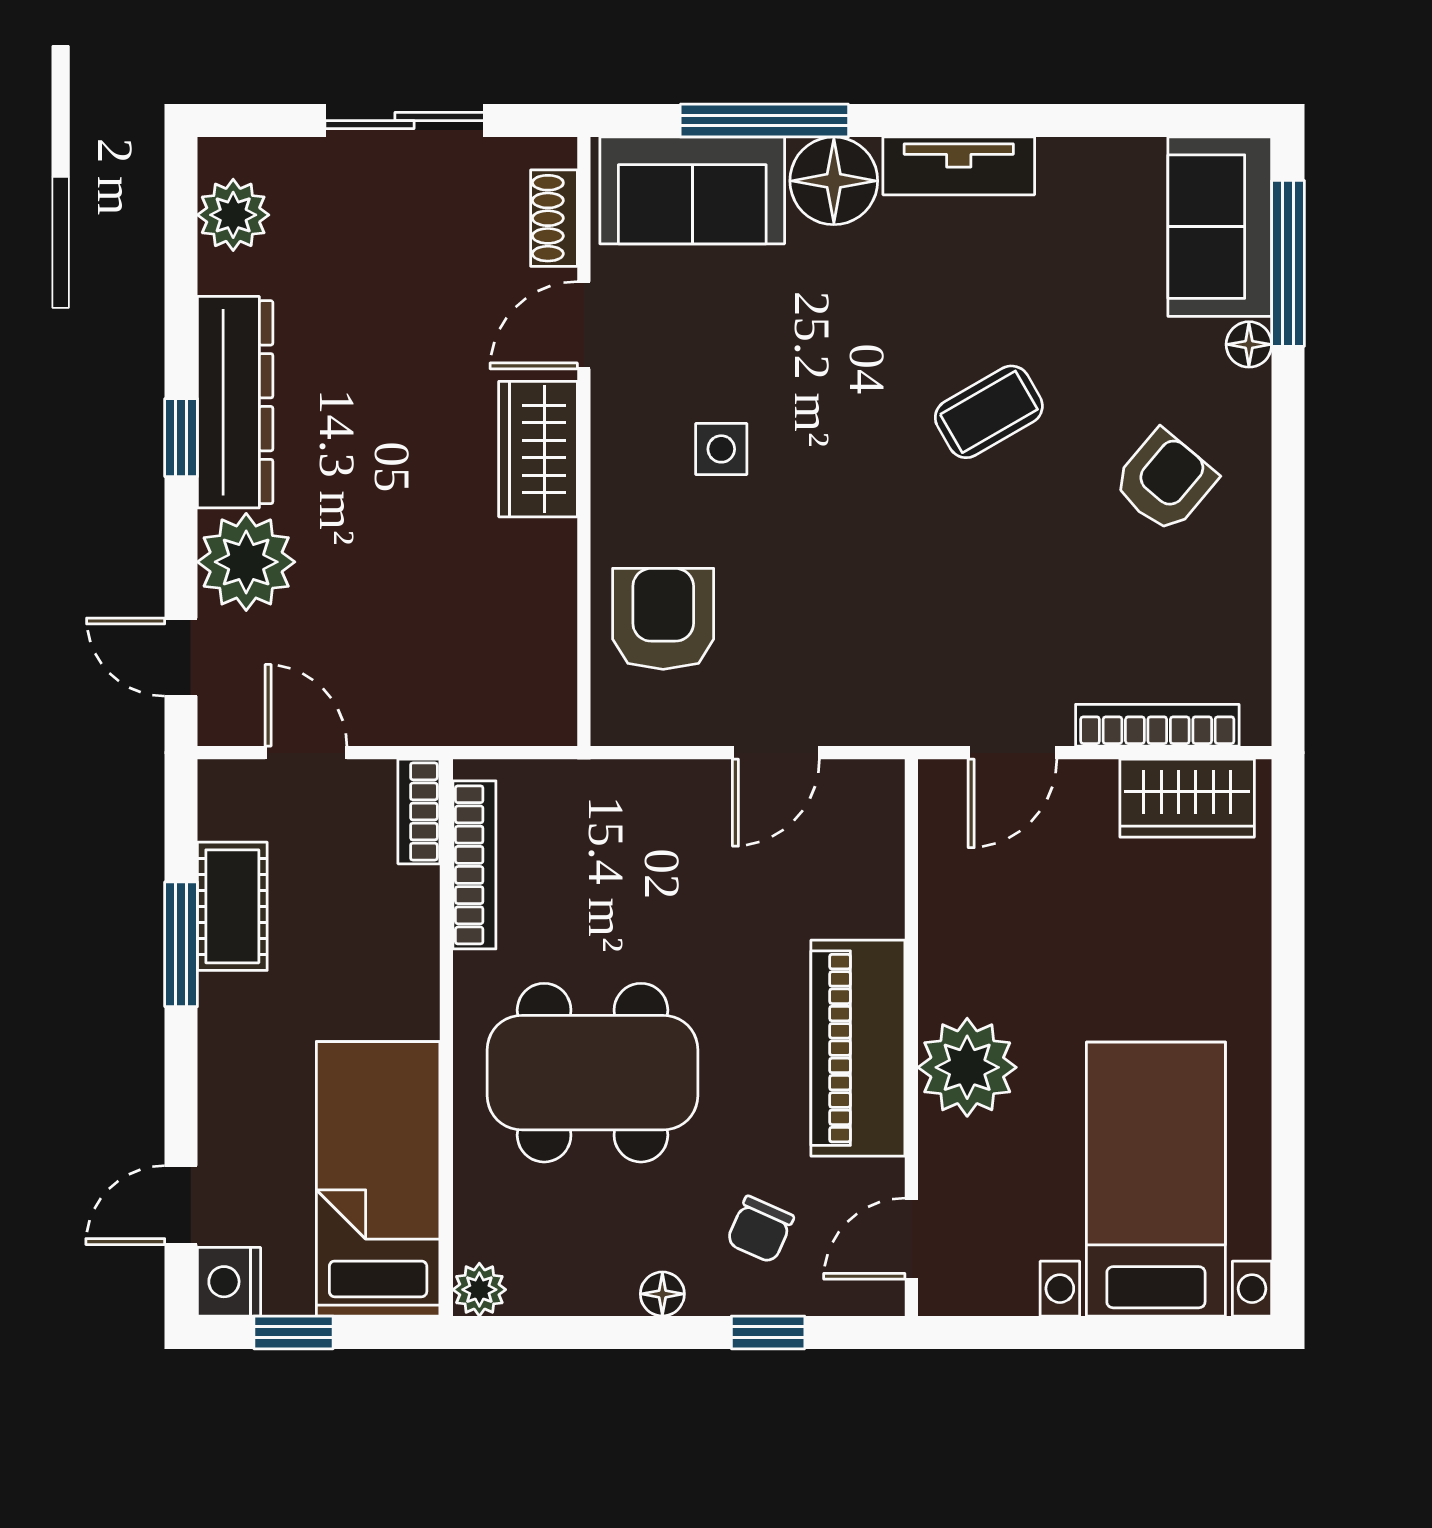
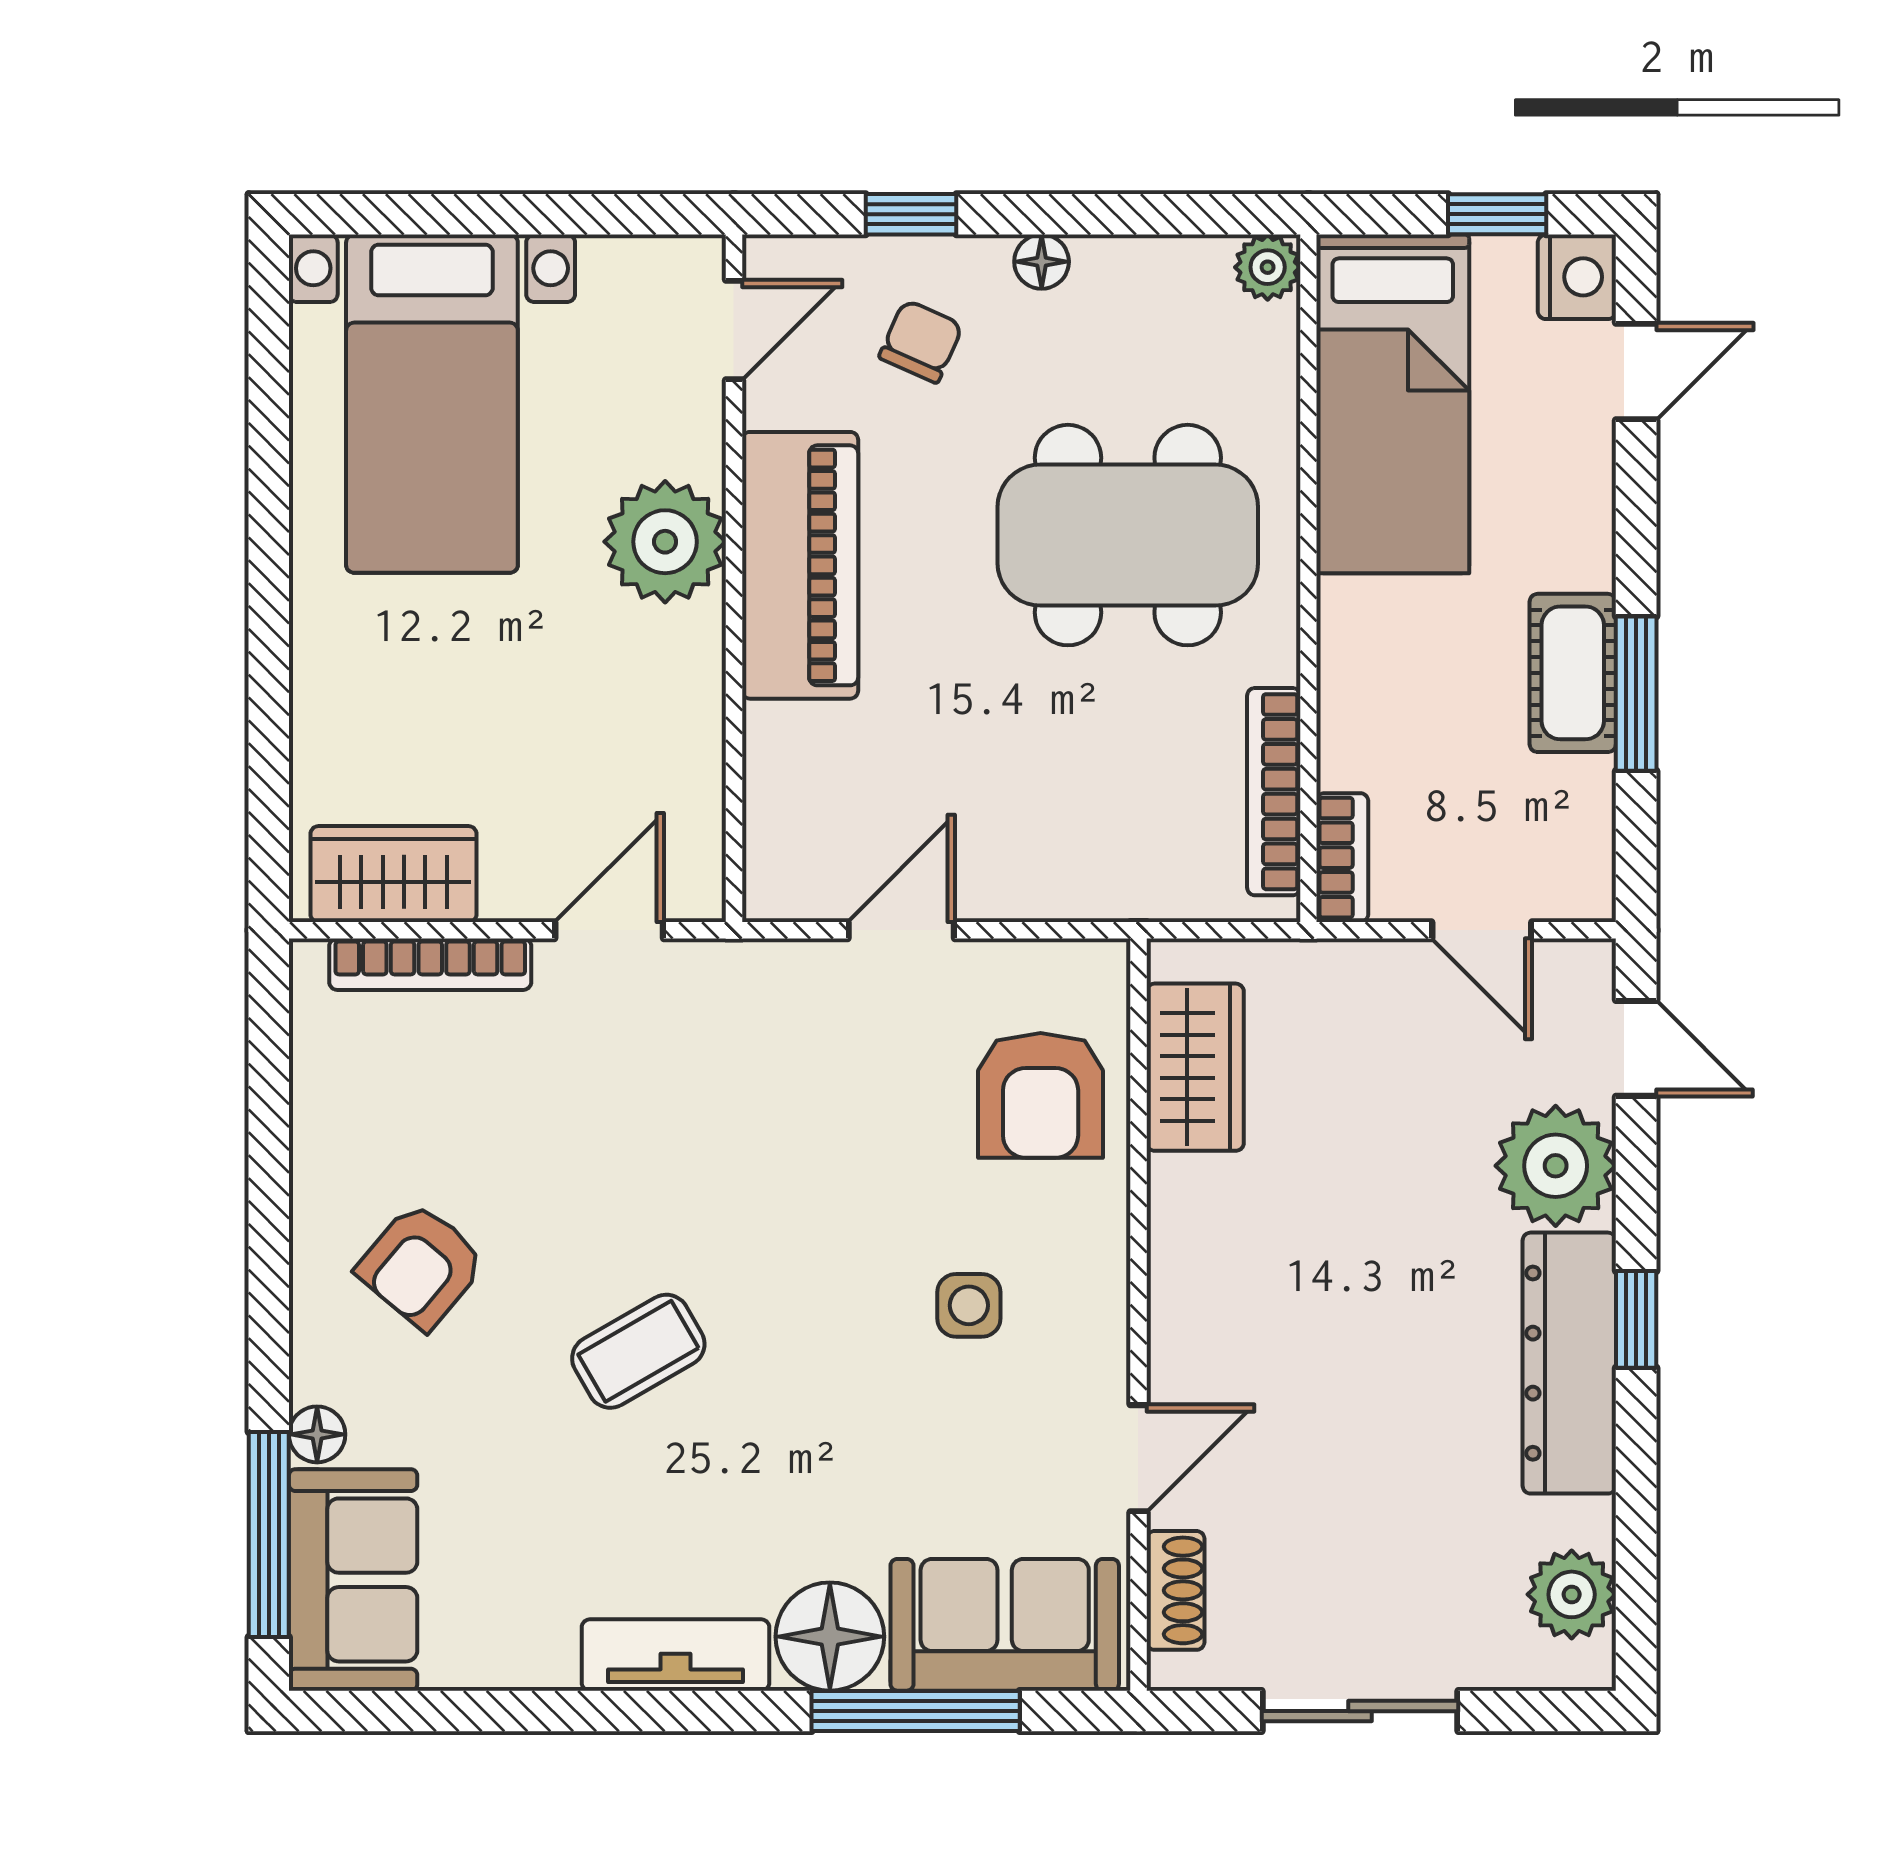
wardrobe: (538, 449) -> (1195, 1067), moved
cot: (232, 906) -> (1573, 673), moved

